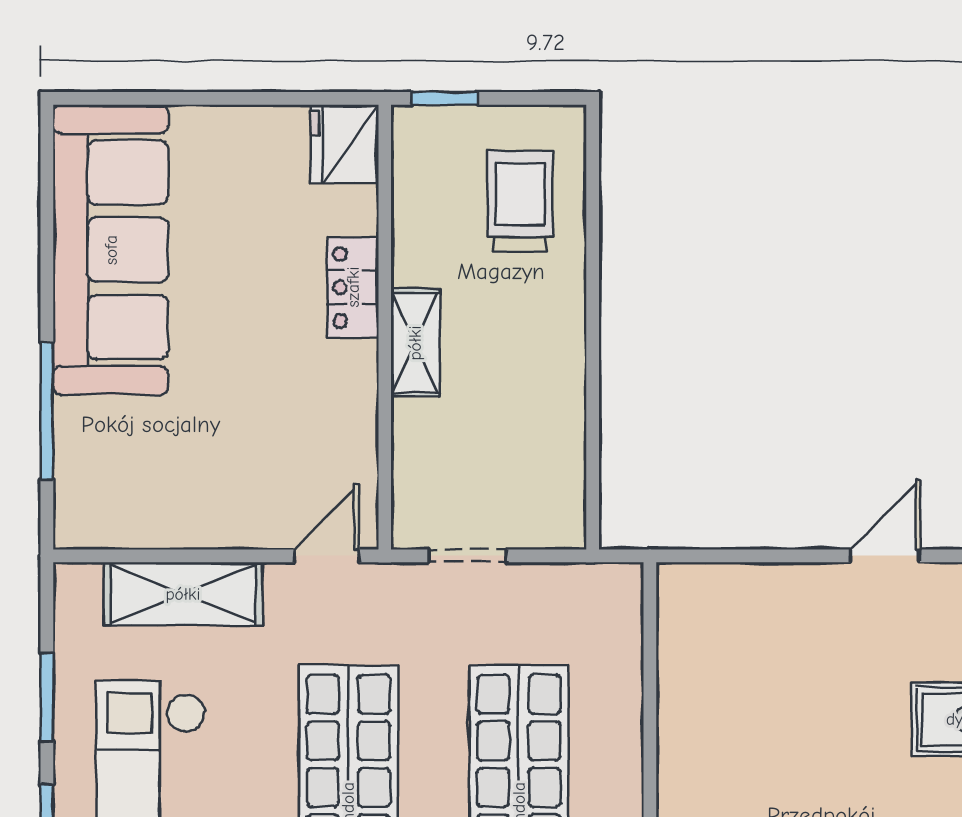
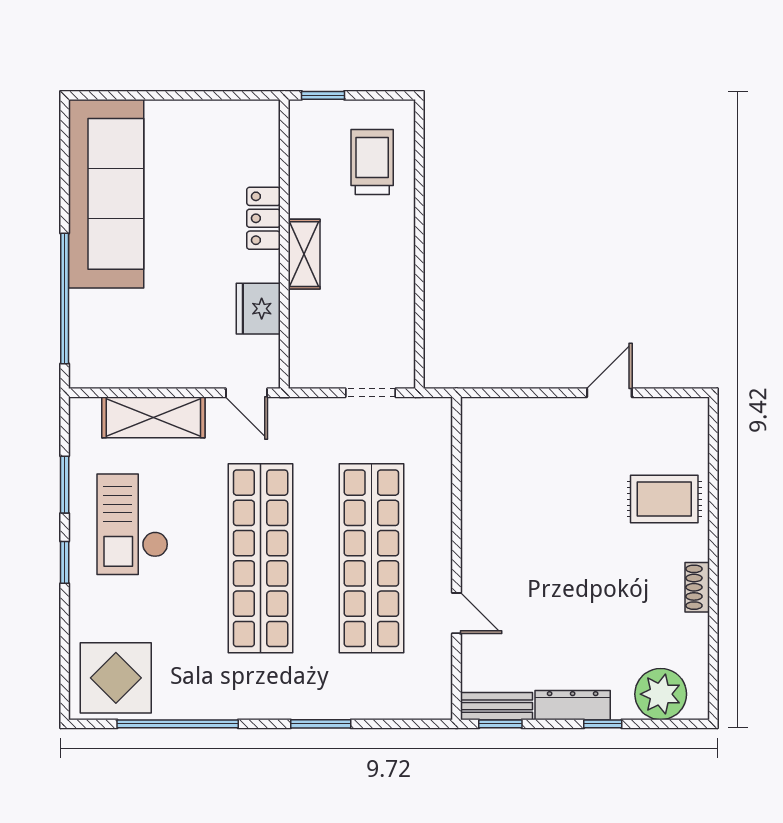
fridge: (345, 144) -> (258, 309), moved
window: (47, 411) -> (65, 299), width x1.46
door: (327, 556) -> (246, 393), swing flipped
doorway: (468, 556) -> (370, 393), moved

